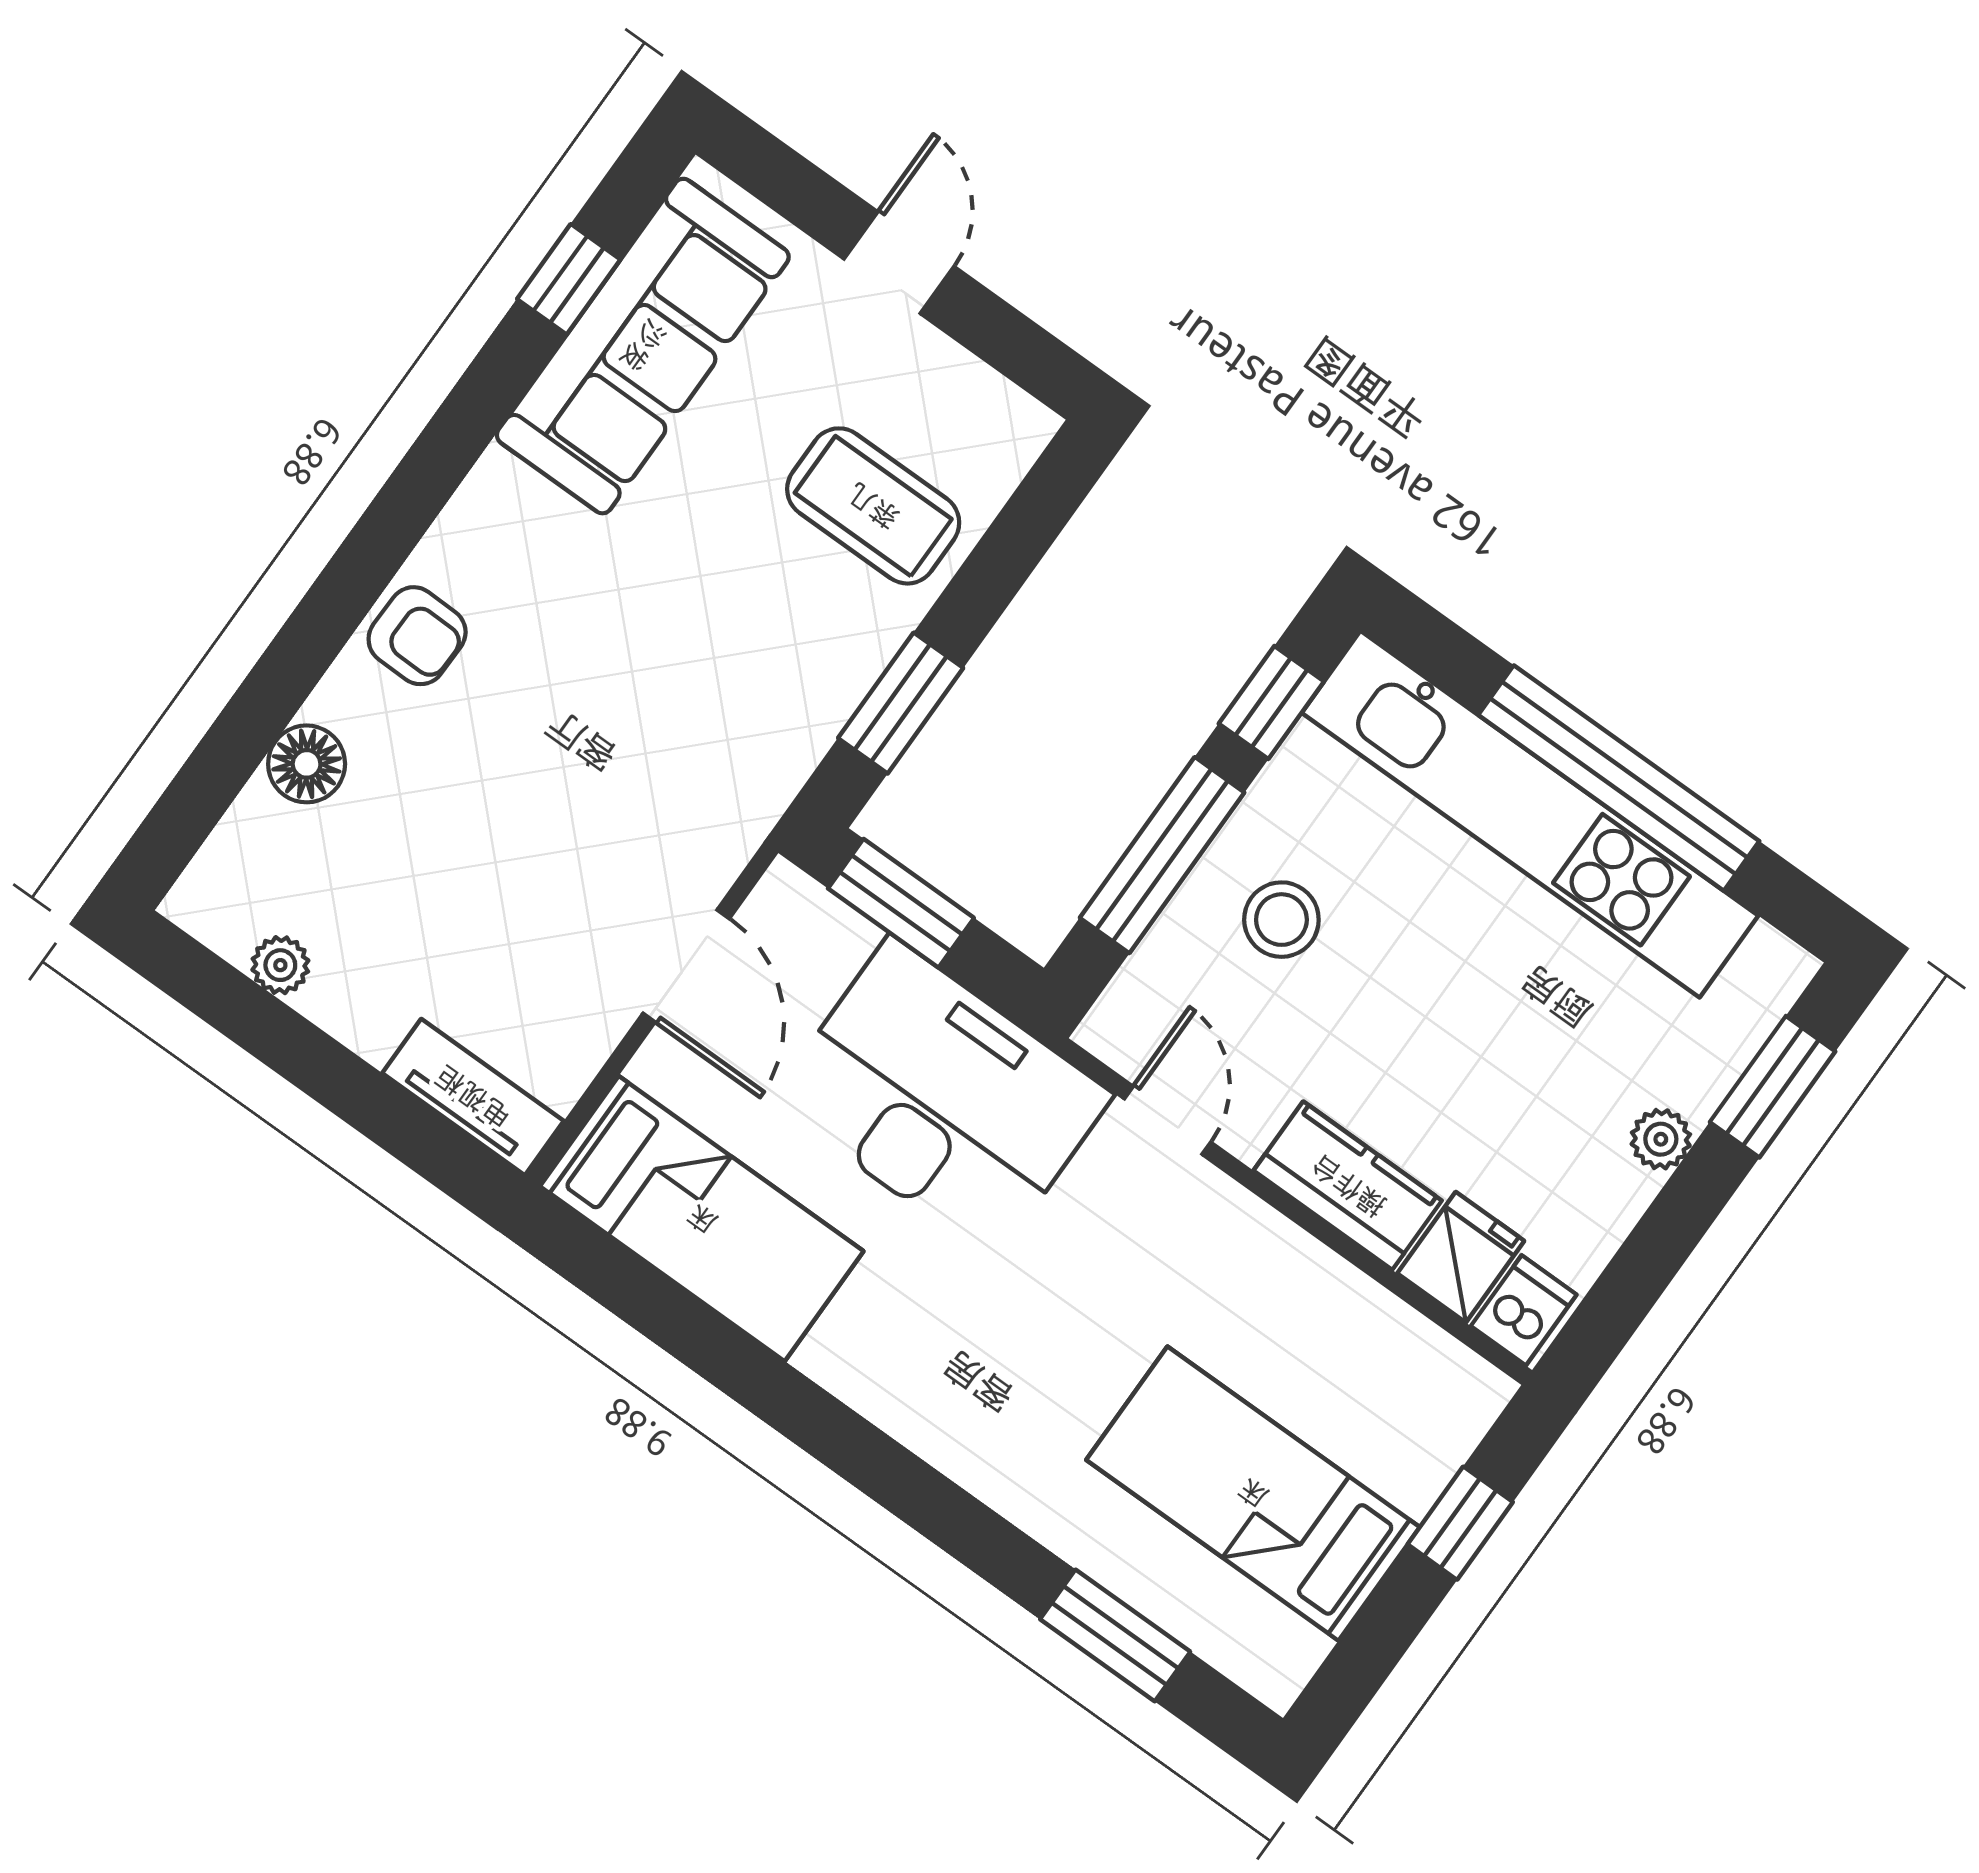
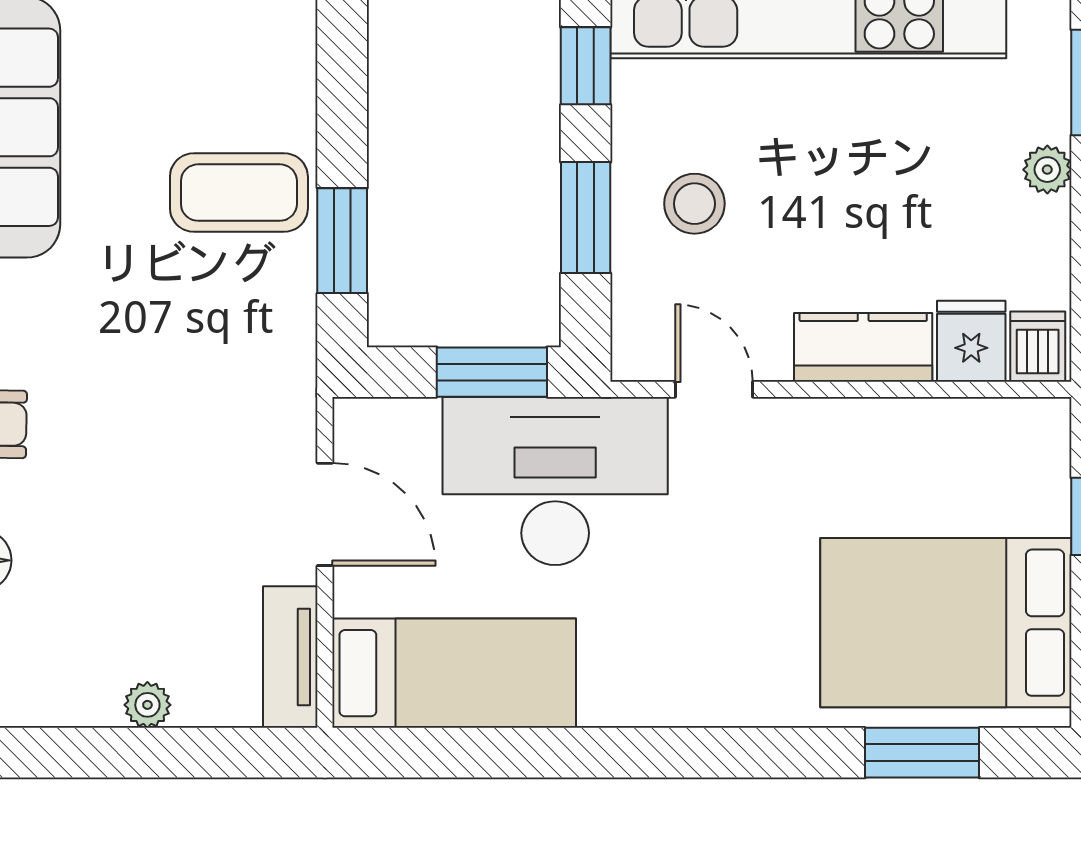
coffee table: (873, 506) -> (239, 193), moved
window: (1162, 855) -> (586, 218), width x0.69
window: (901, 903) -> (492, 372), moved
plant: (280, 965) -> (147, 705), moved
tv unit: (473, 1097) -> (290, 657), moved, turned -90
bed: (1253, 1493) -> (946, 623), width x1.50

